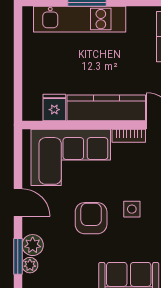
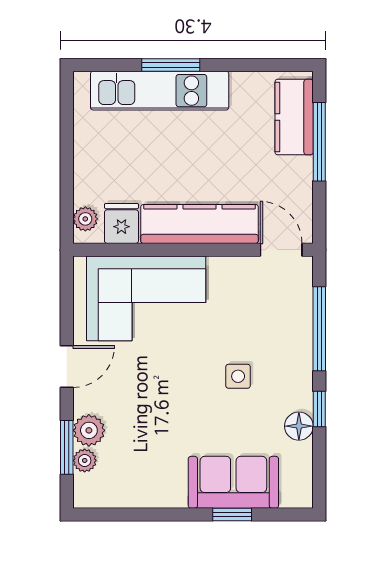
plant: (30, 104) -> (85, 219), added
bookcase: (129, 136) -> (233, 266), removed
door: (18, 203) -> (67, 367), hinge flipped
armchair: (91, 218) -> (177, 390), removed

